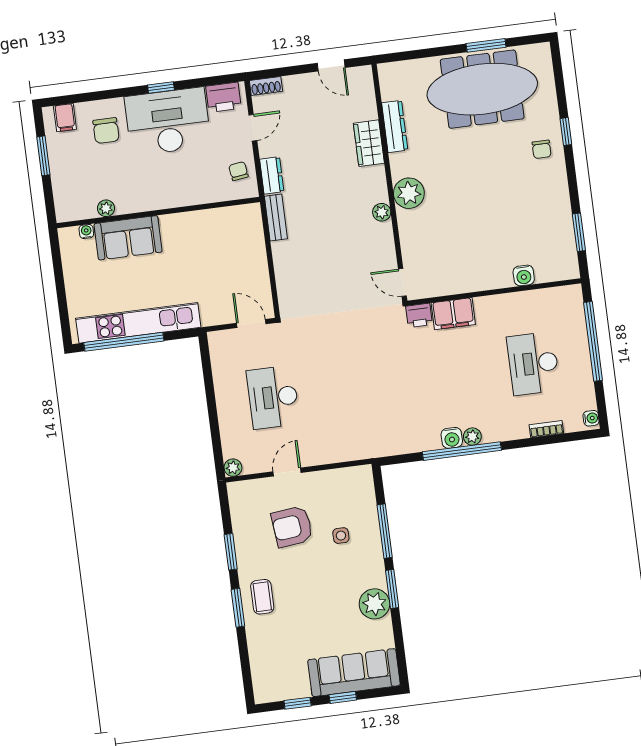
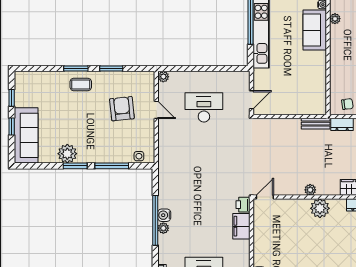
side table: (341, 536) -> (139, 156), moved

